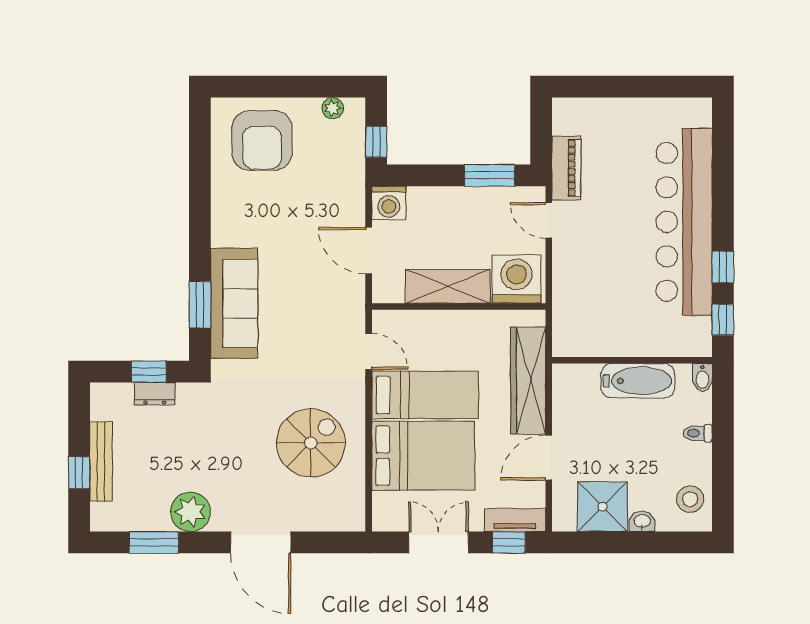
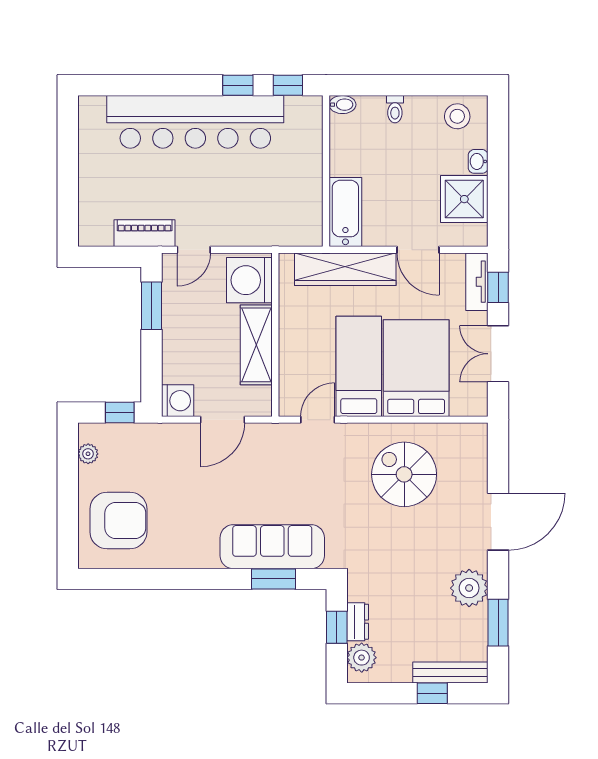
bathtub: (638, 381) -> (345, 212), moved
plant: (117, 398) -> (362, 658), added
bench: (101, 462) -> (450, 672), moved

